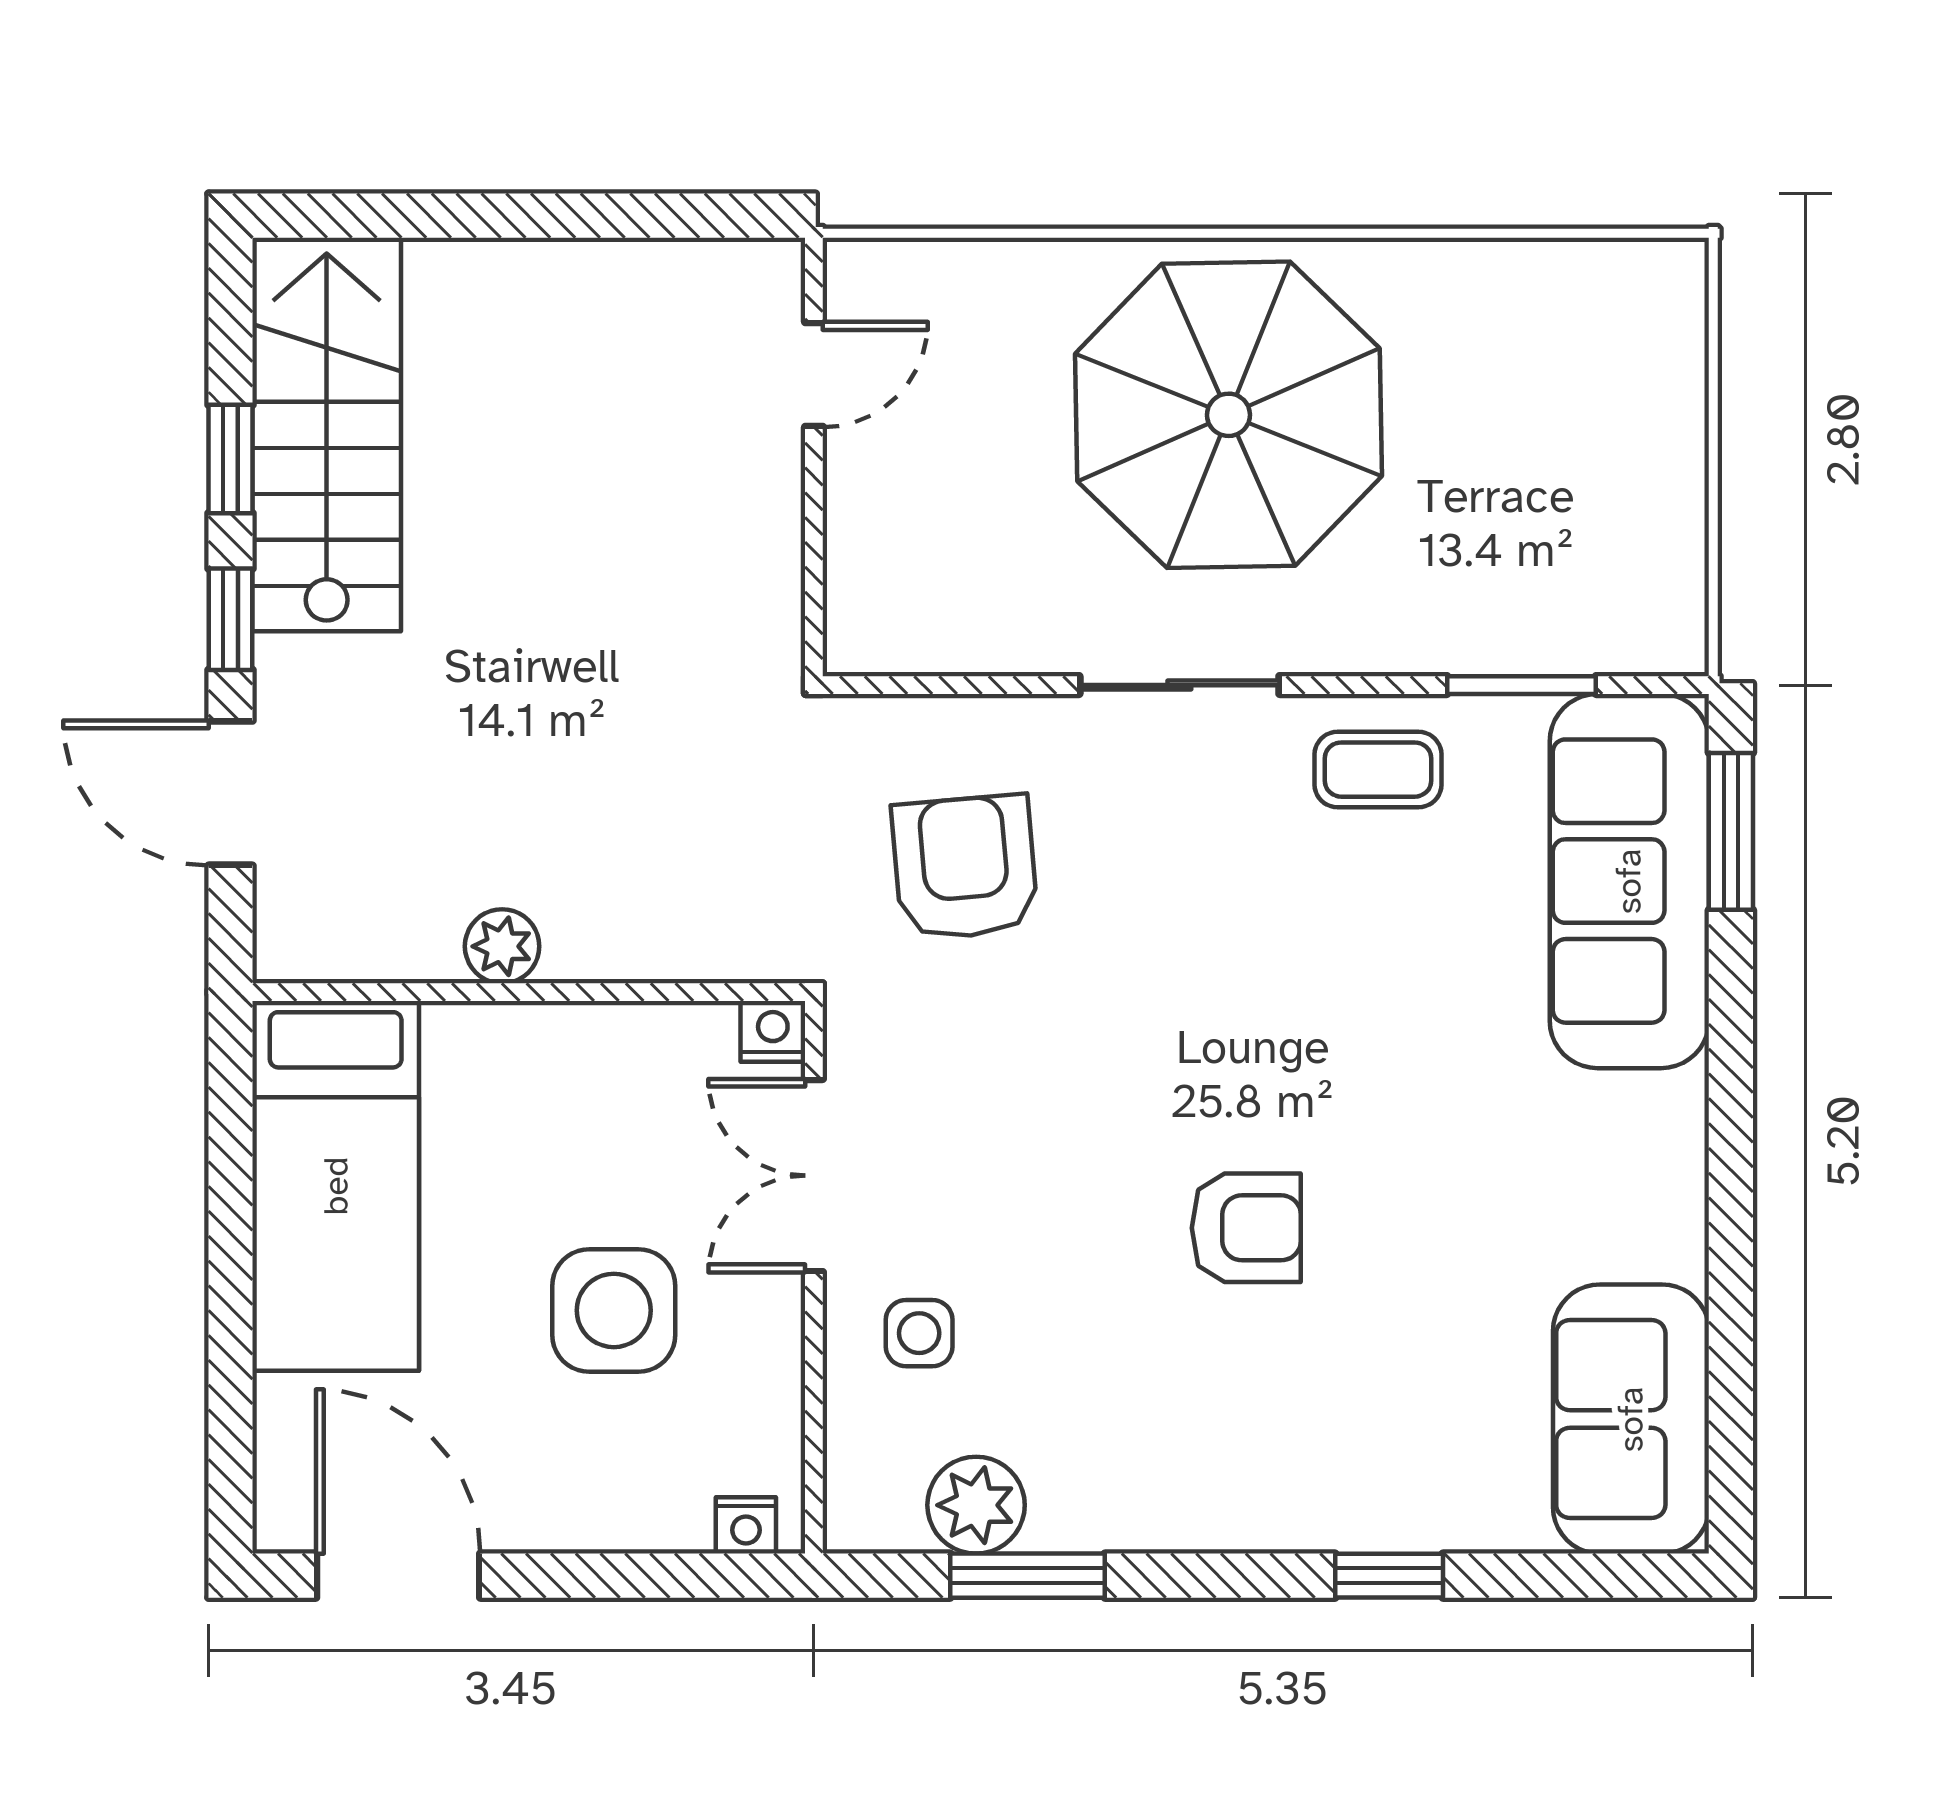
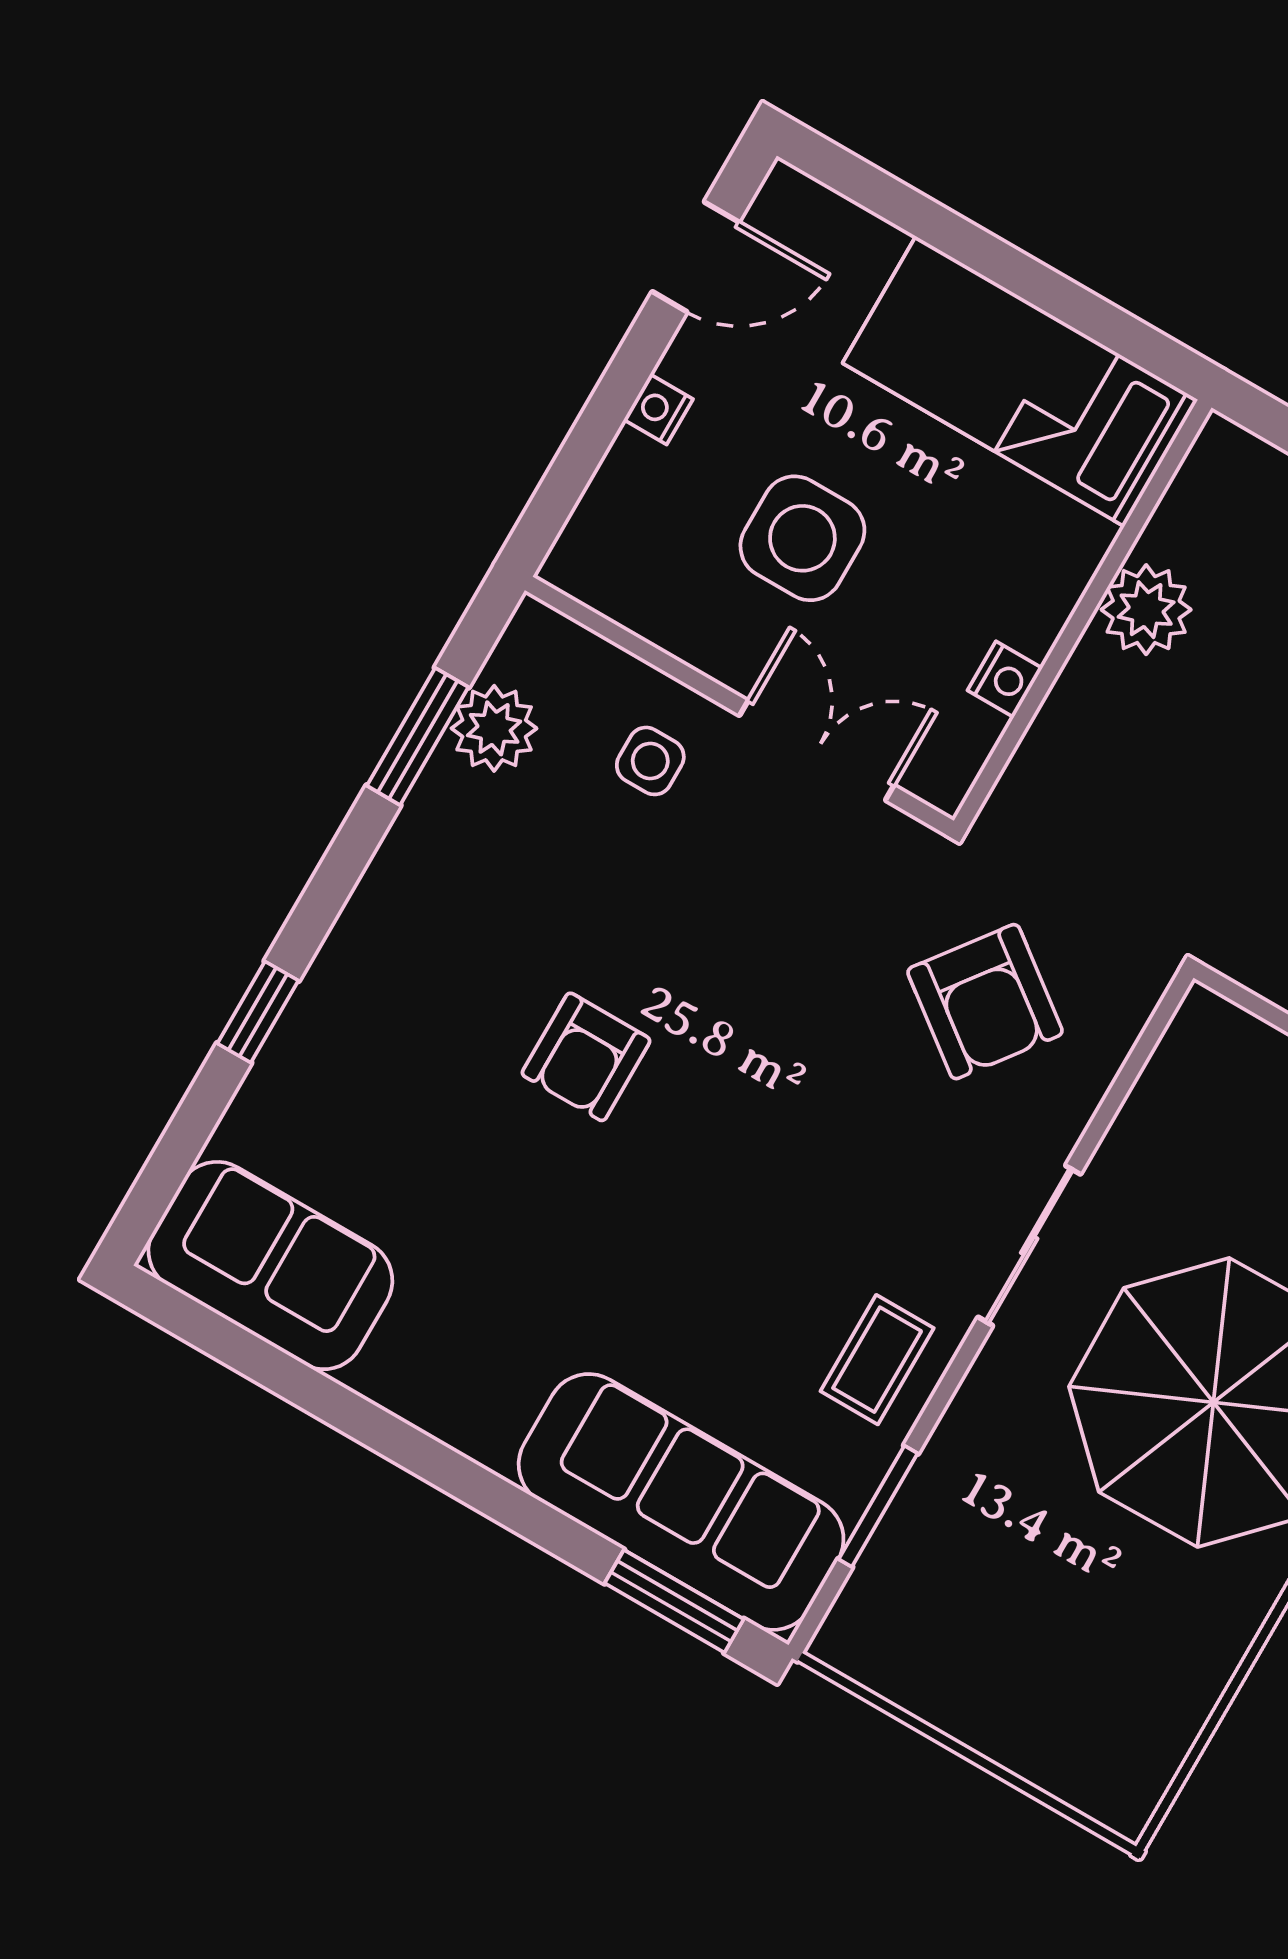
armchair: (965, 867) -> (985, 1002), turned 42
plant: (502, 946) -> (1146, 610), width x1.38, depth x1.38
nightstand: (773, 1031) -> (1005, 679), moved
nightstand: (746, 1525) -> (658, 409), moved
door: (398, 1576) -> (696, 257), width x0.73

